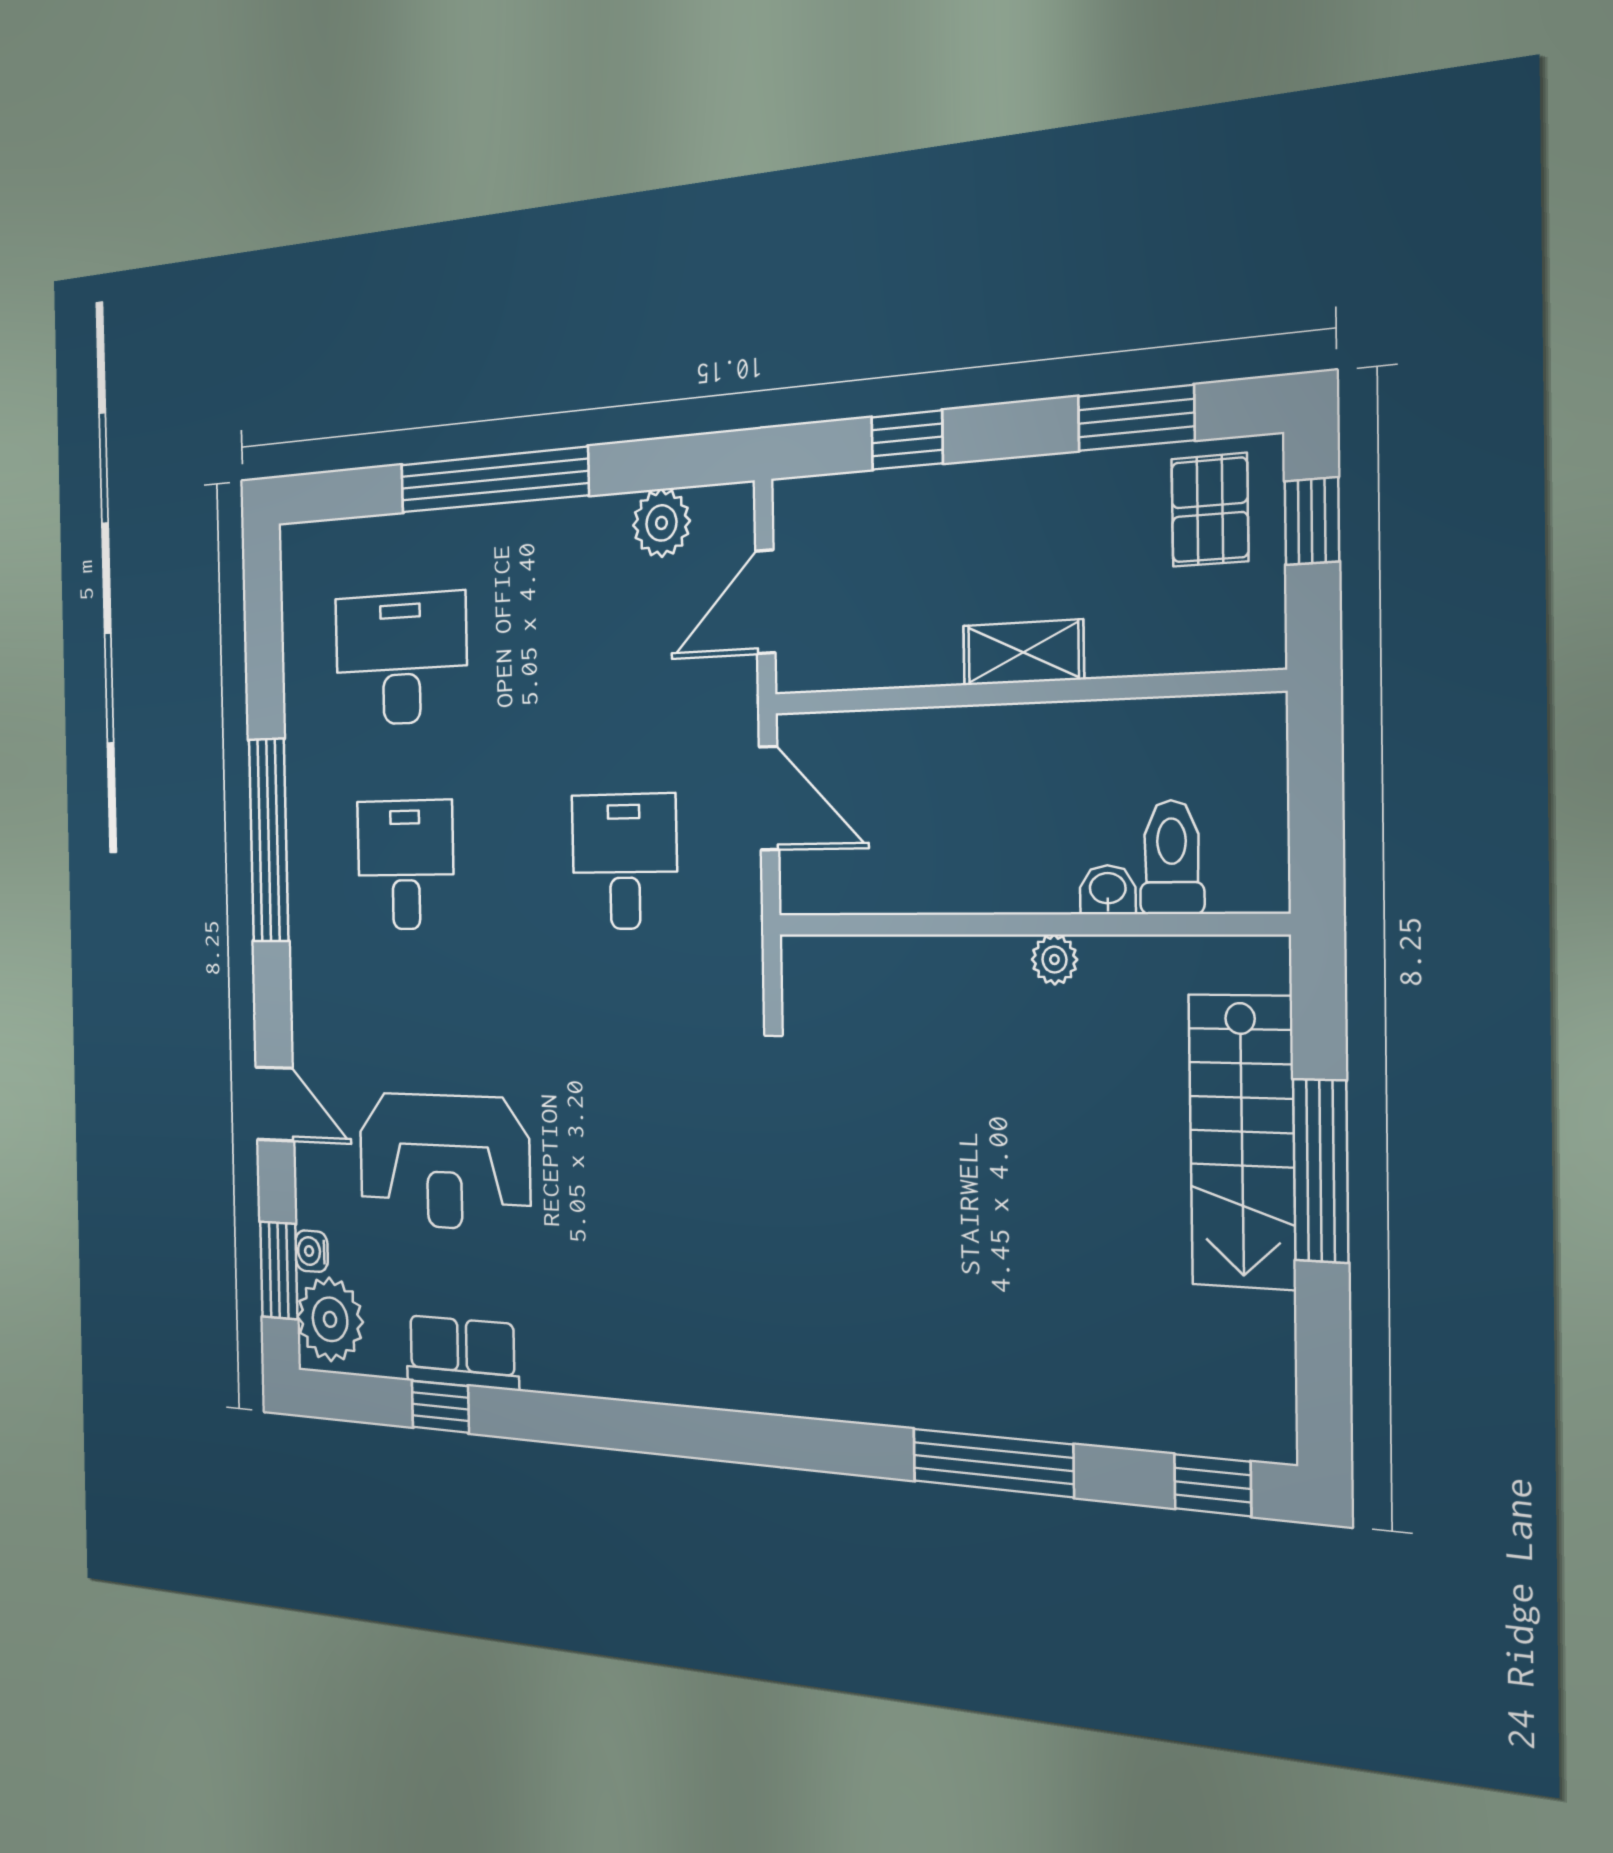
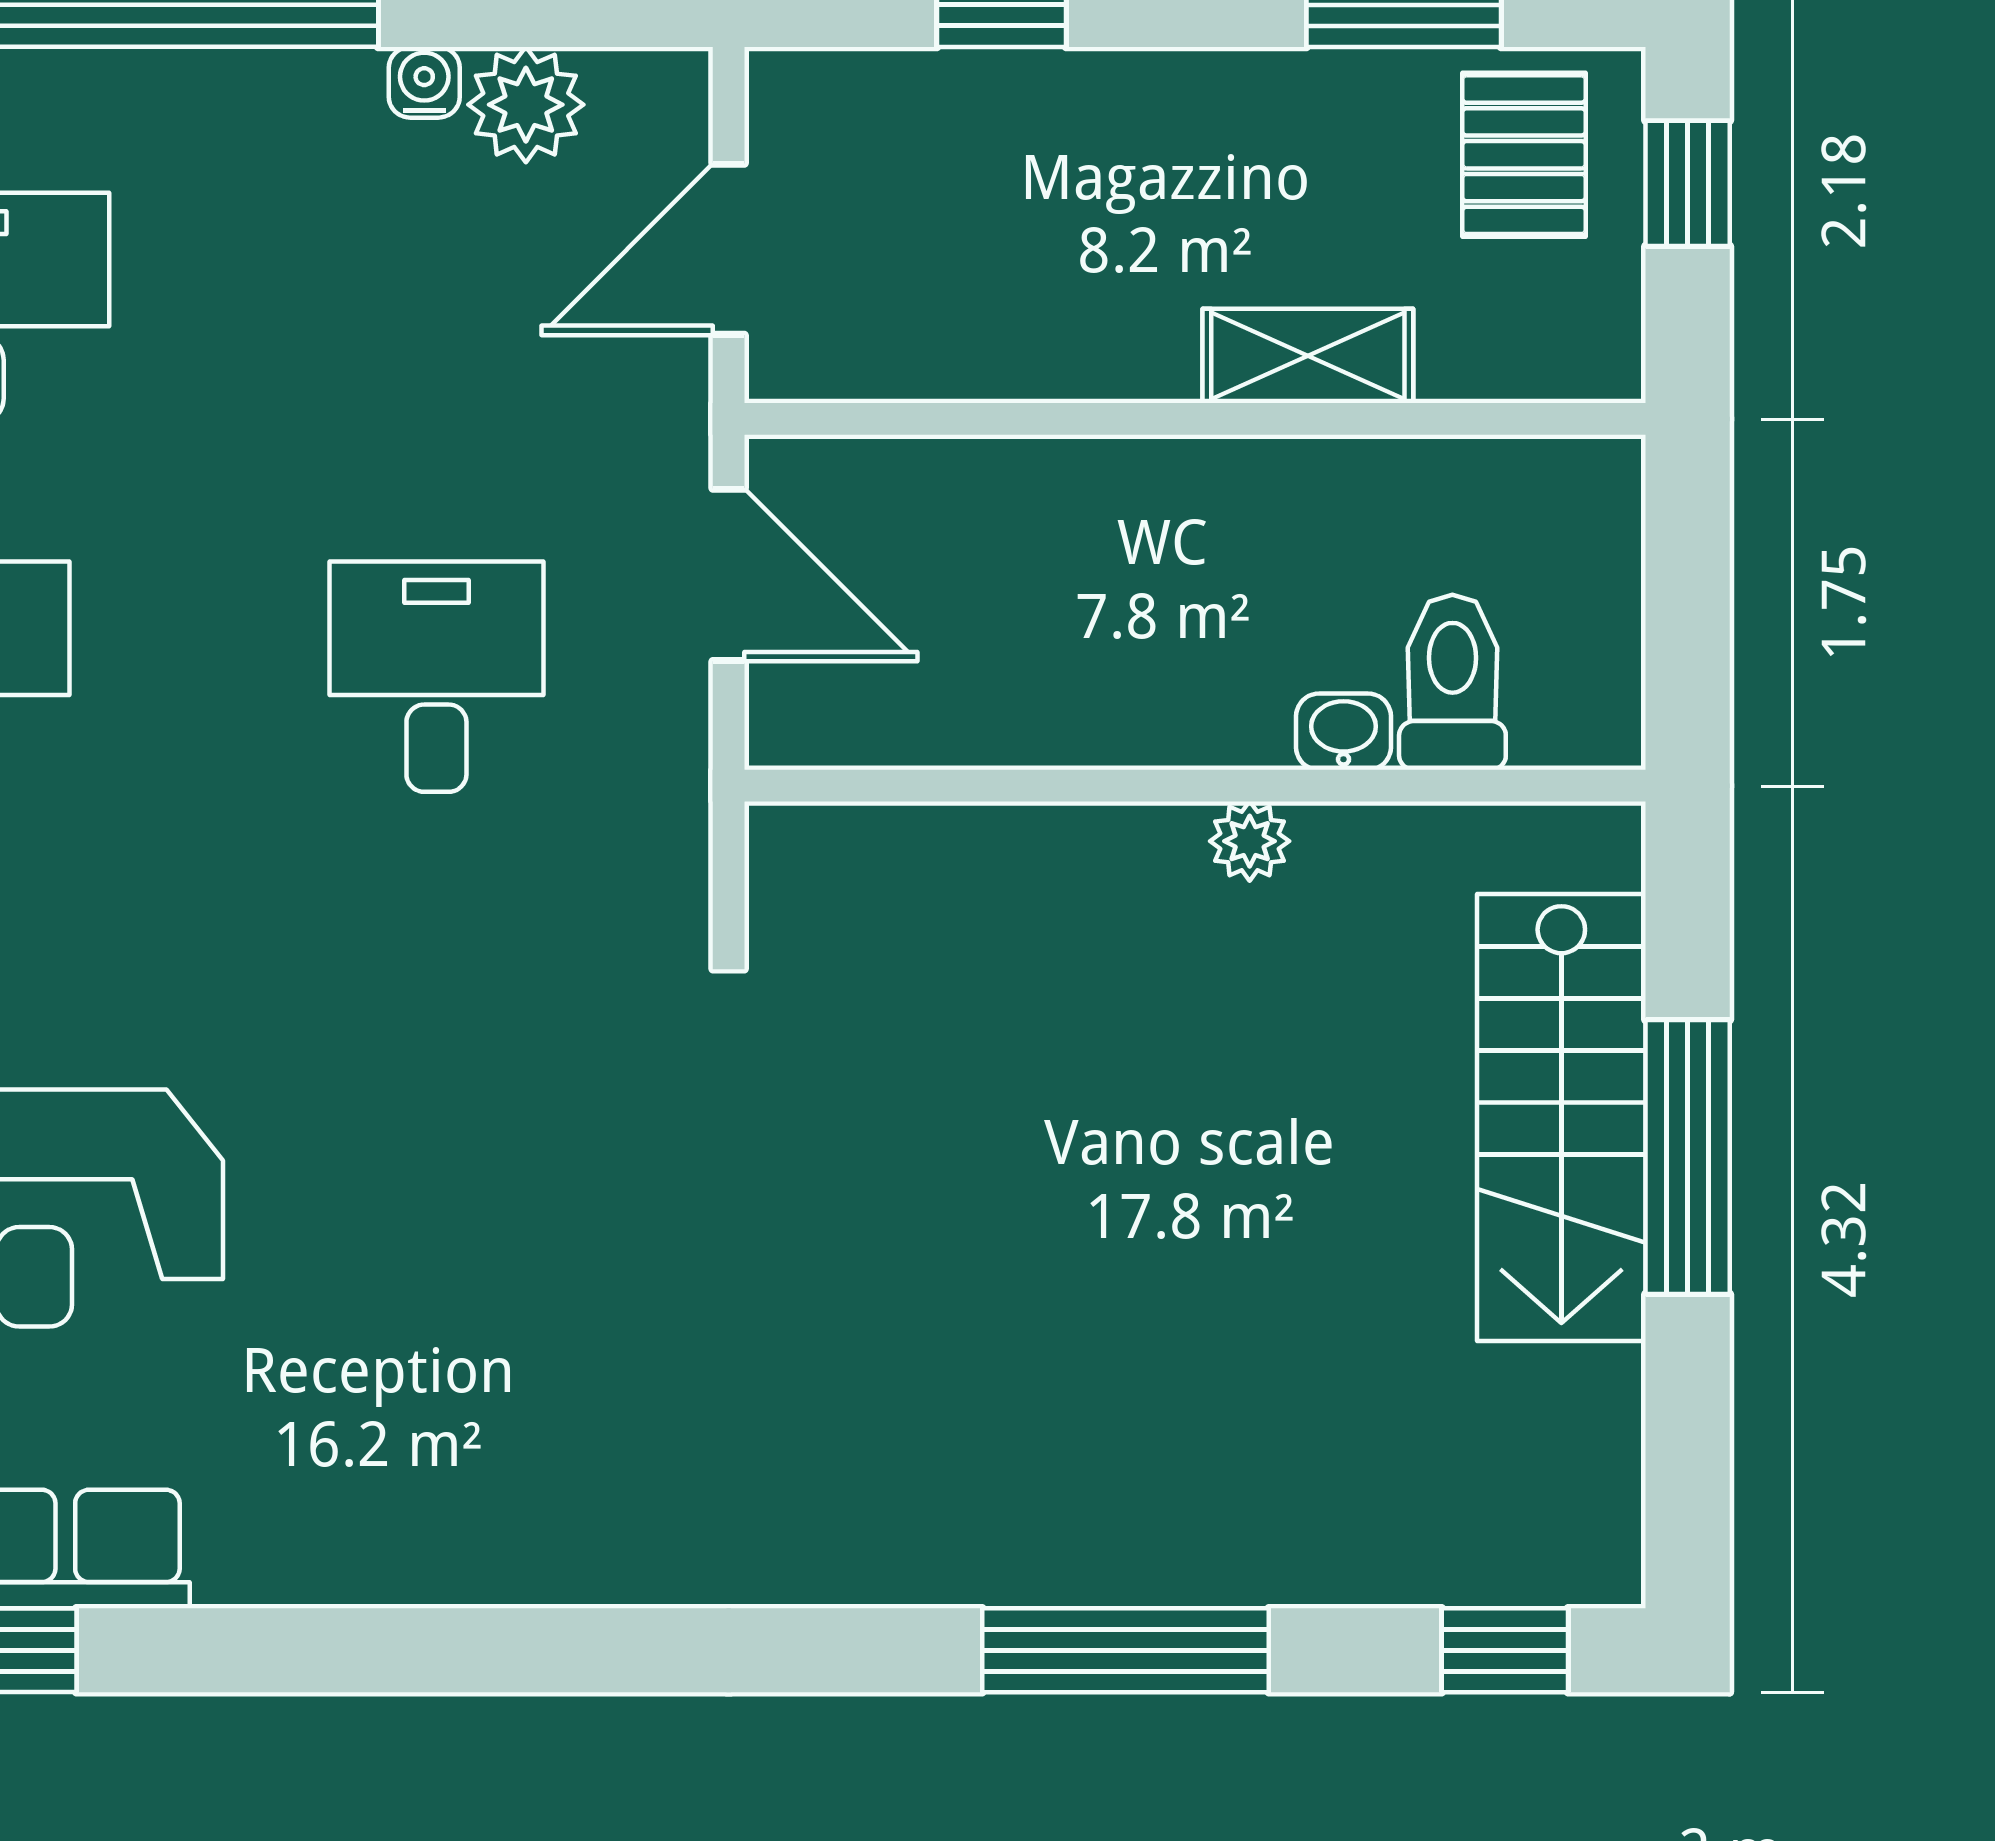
water cooler: (612, 514) -> (424, 82), added
shelving: (1023, 652) -> (1308, 356), moved

